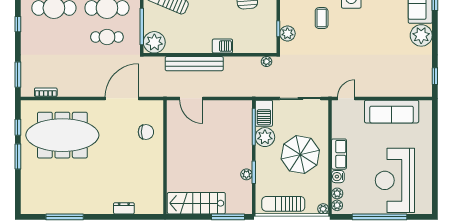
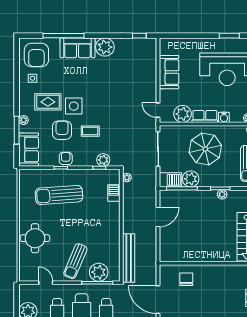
plant: (154, 42) -> (99, 272), moved
barbecue: (222, 46) -> (114, 193), moved
bench: (194, 64) -> (129, 258), moved
door: (191, 98) -> (158, 217), moved
sofa: (392, 112) -> (169, 72), width x0.73
window: (435, 183) -> (229, 36), added
plant: (337, 193) -> (182, 114), moved, width x1.87, depth x1.87

